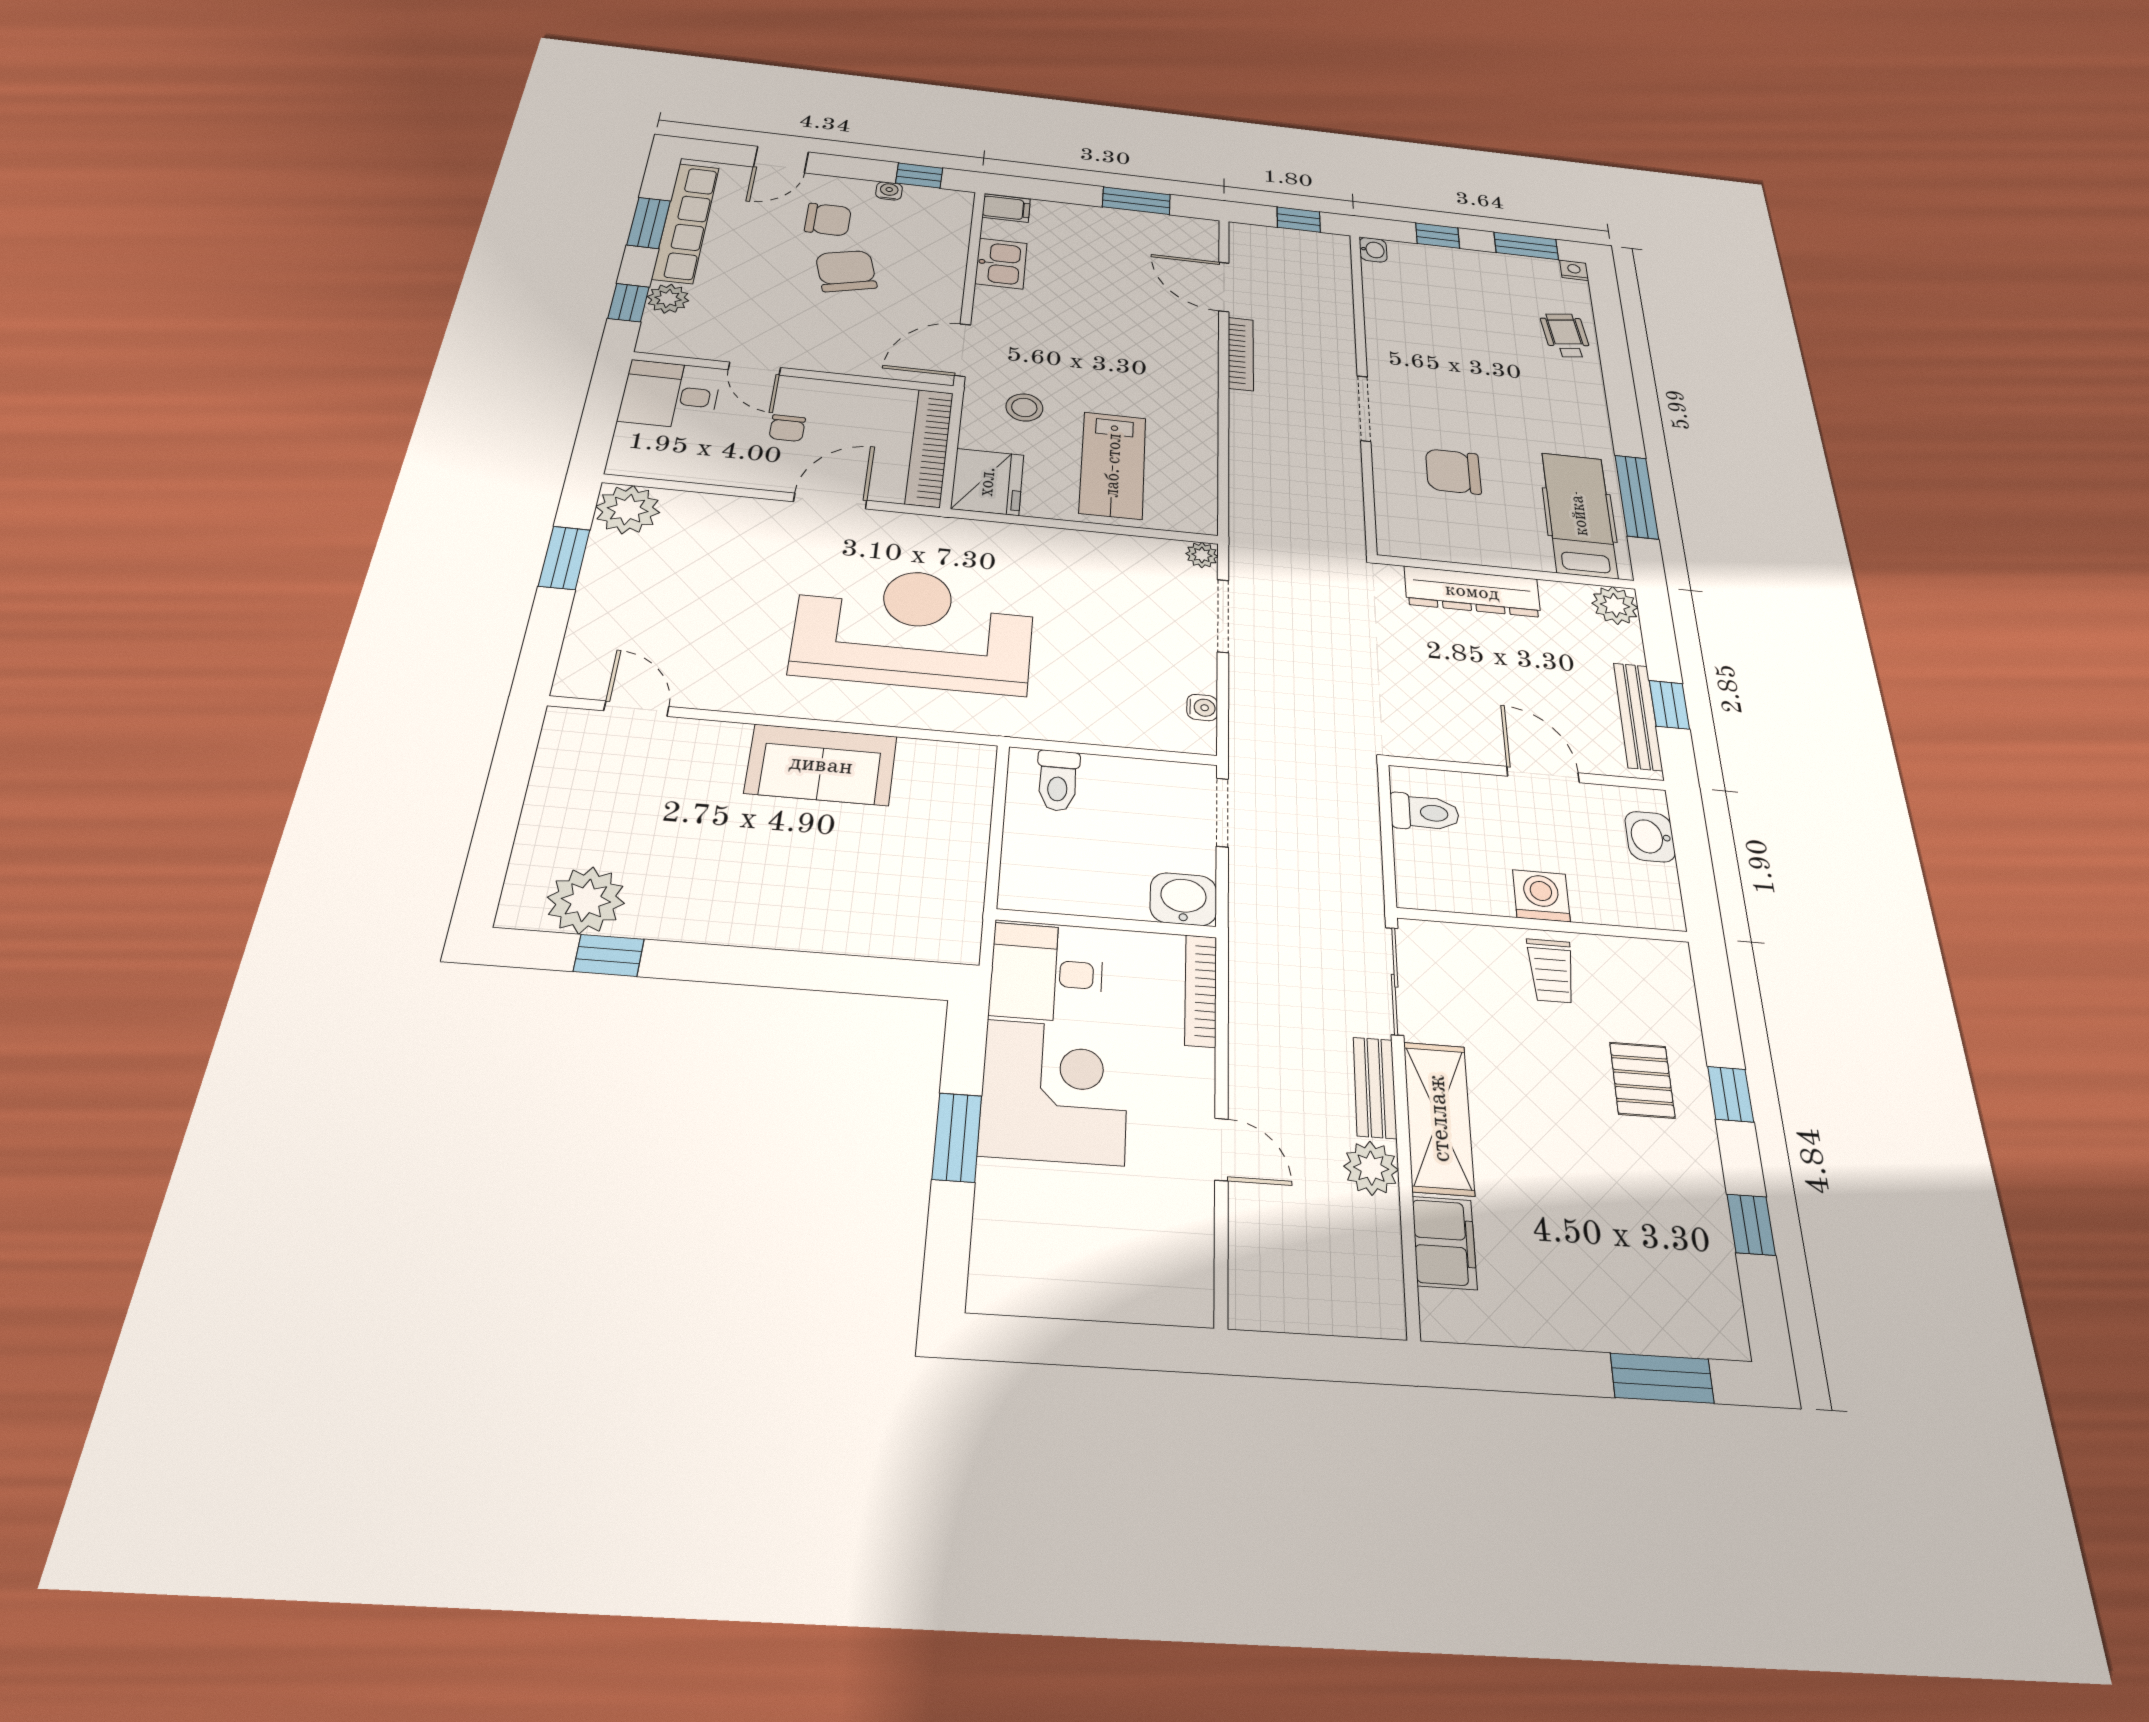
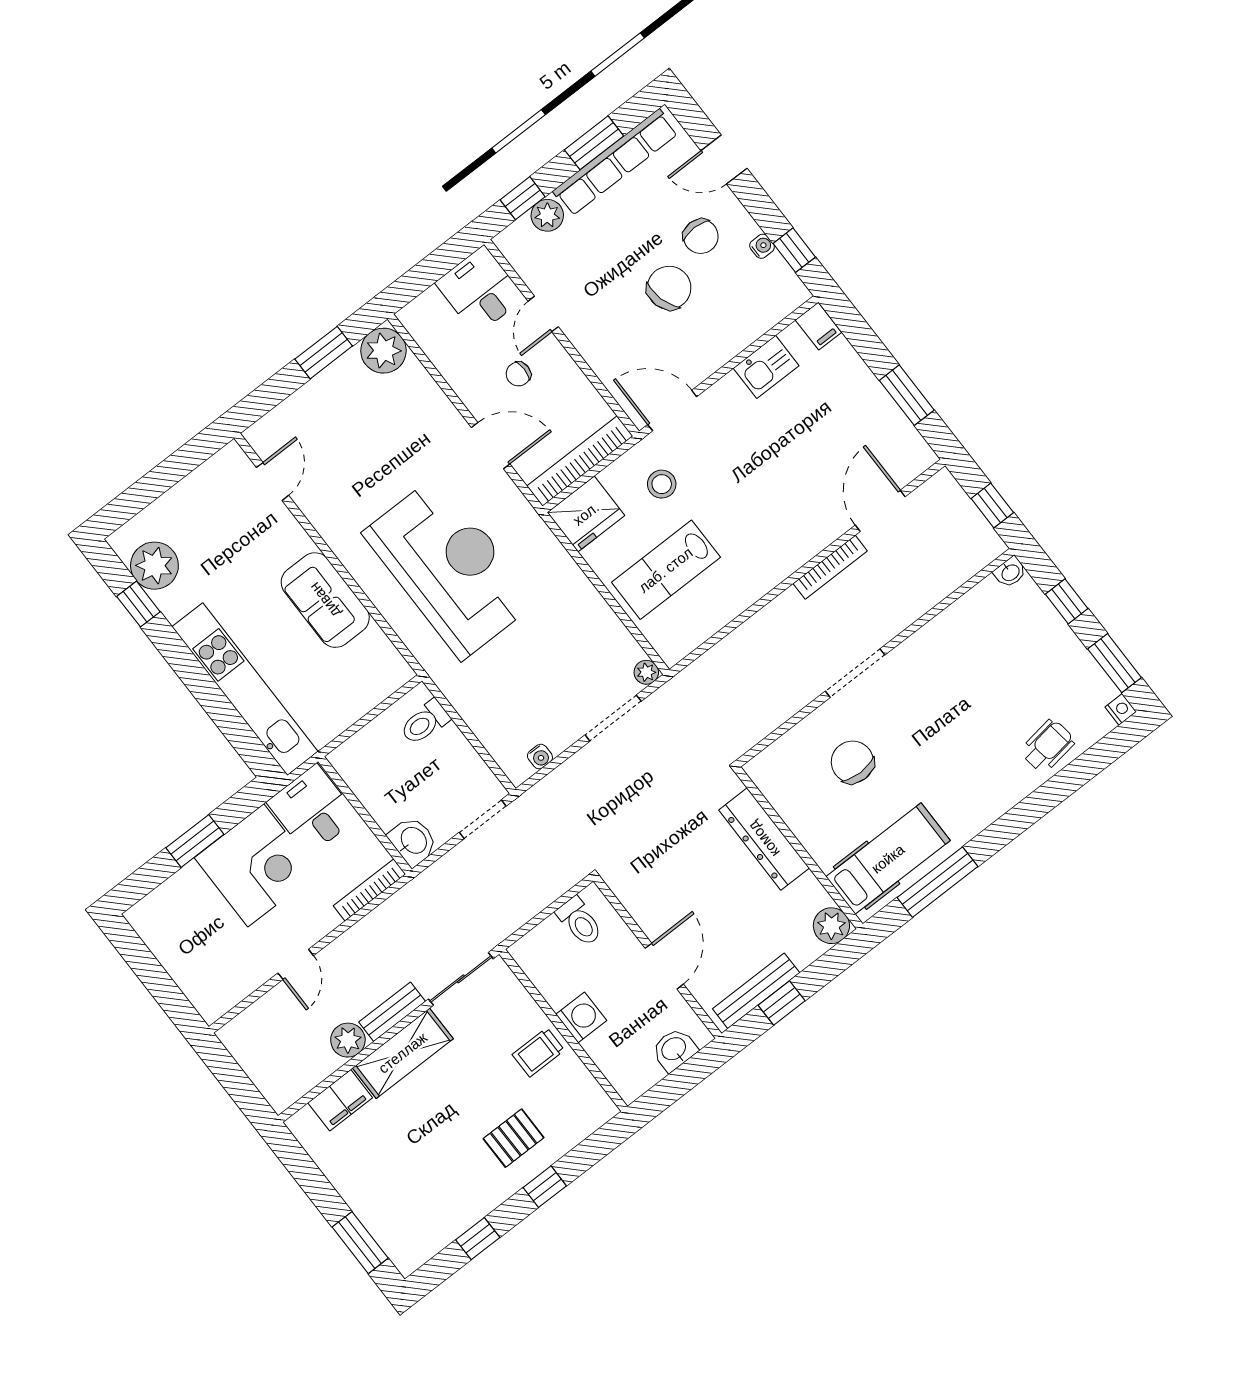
kitchen unit: (832, 926) -> (245, 689), added

